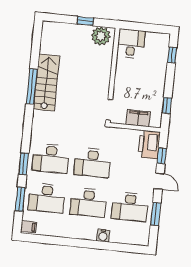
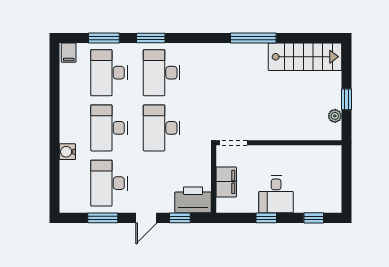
plant: (101, 36) -> (335, 116), width x0.53, depth x0.53
desk: (131, 44) -> (276, 194), moved, turned 90
stairs: (46, 83) -> (305, 57), moved
window: (167, 106) -> (266, 218), moved

